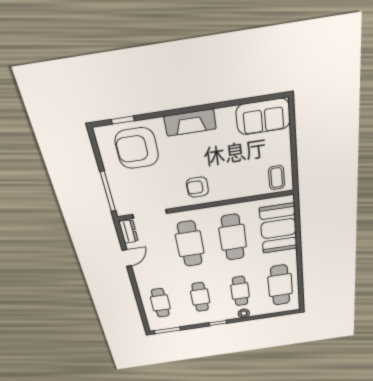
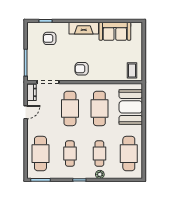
sofa: (263, 117) -> (115, 31), moved
armchair: (137, 148) -> (50, 38), width x0.53, depth x0.53
cafe table: (160, 303) -> (40, 154), width x1.37, depth x1.35

